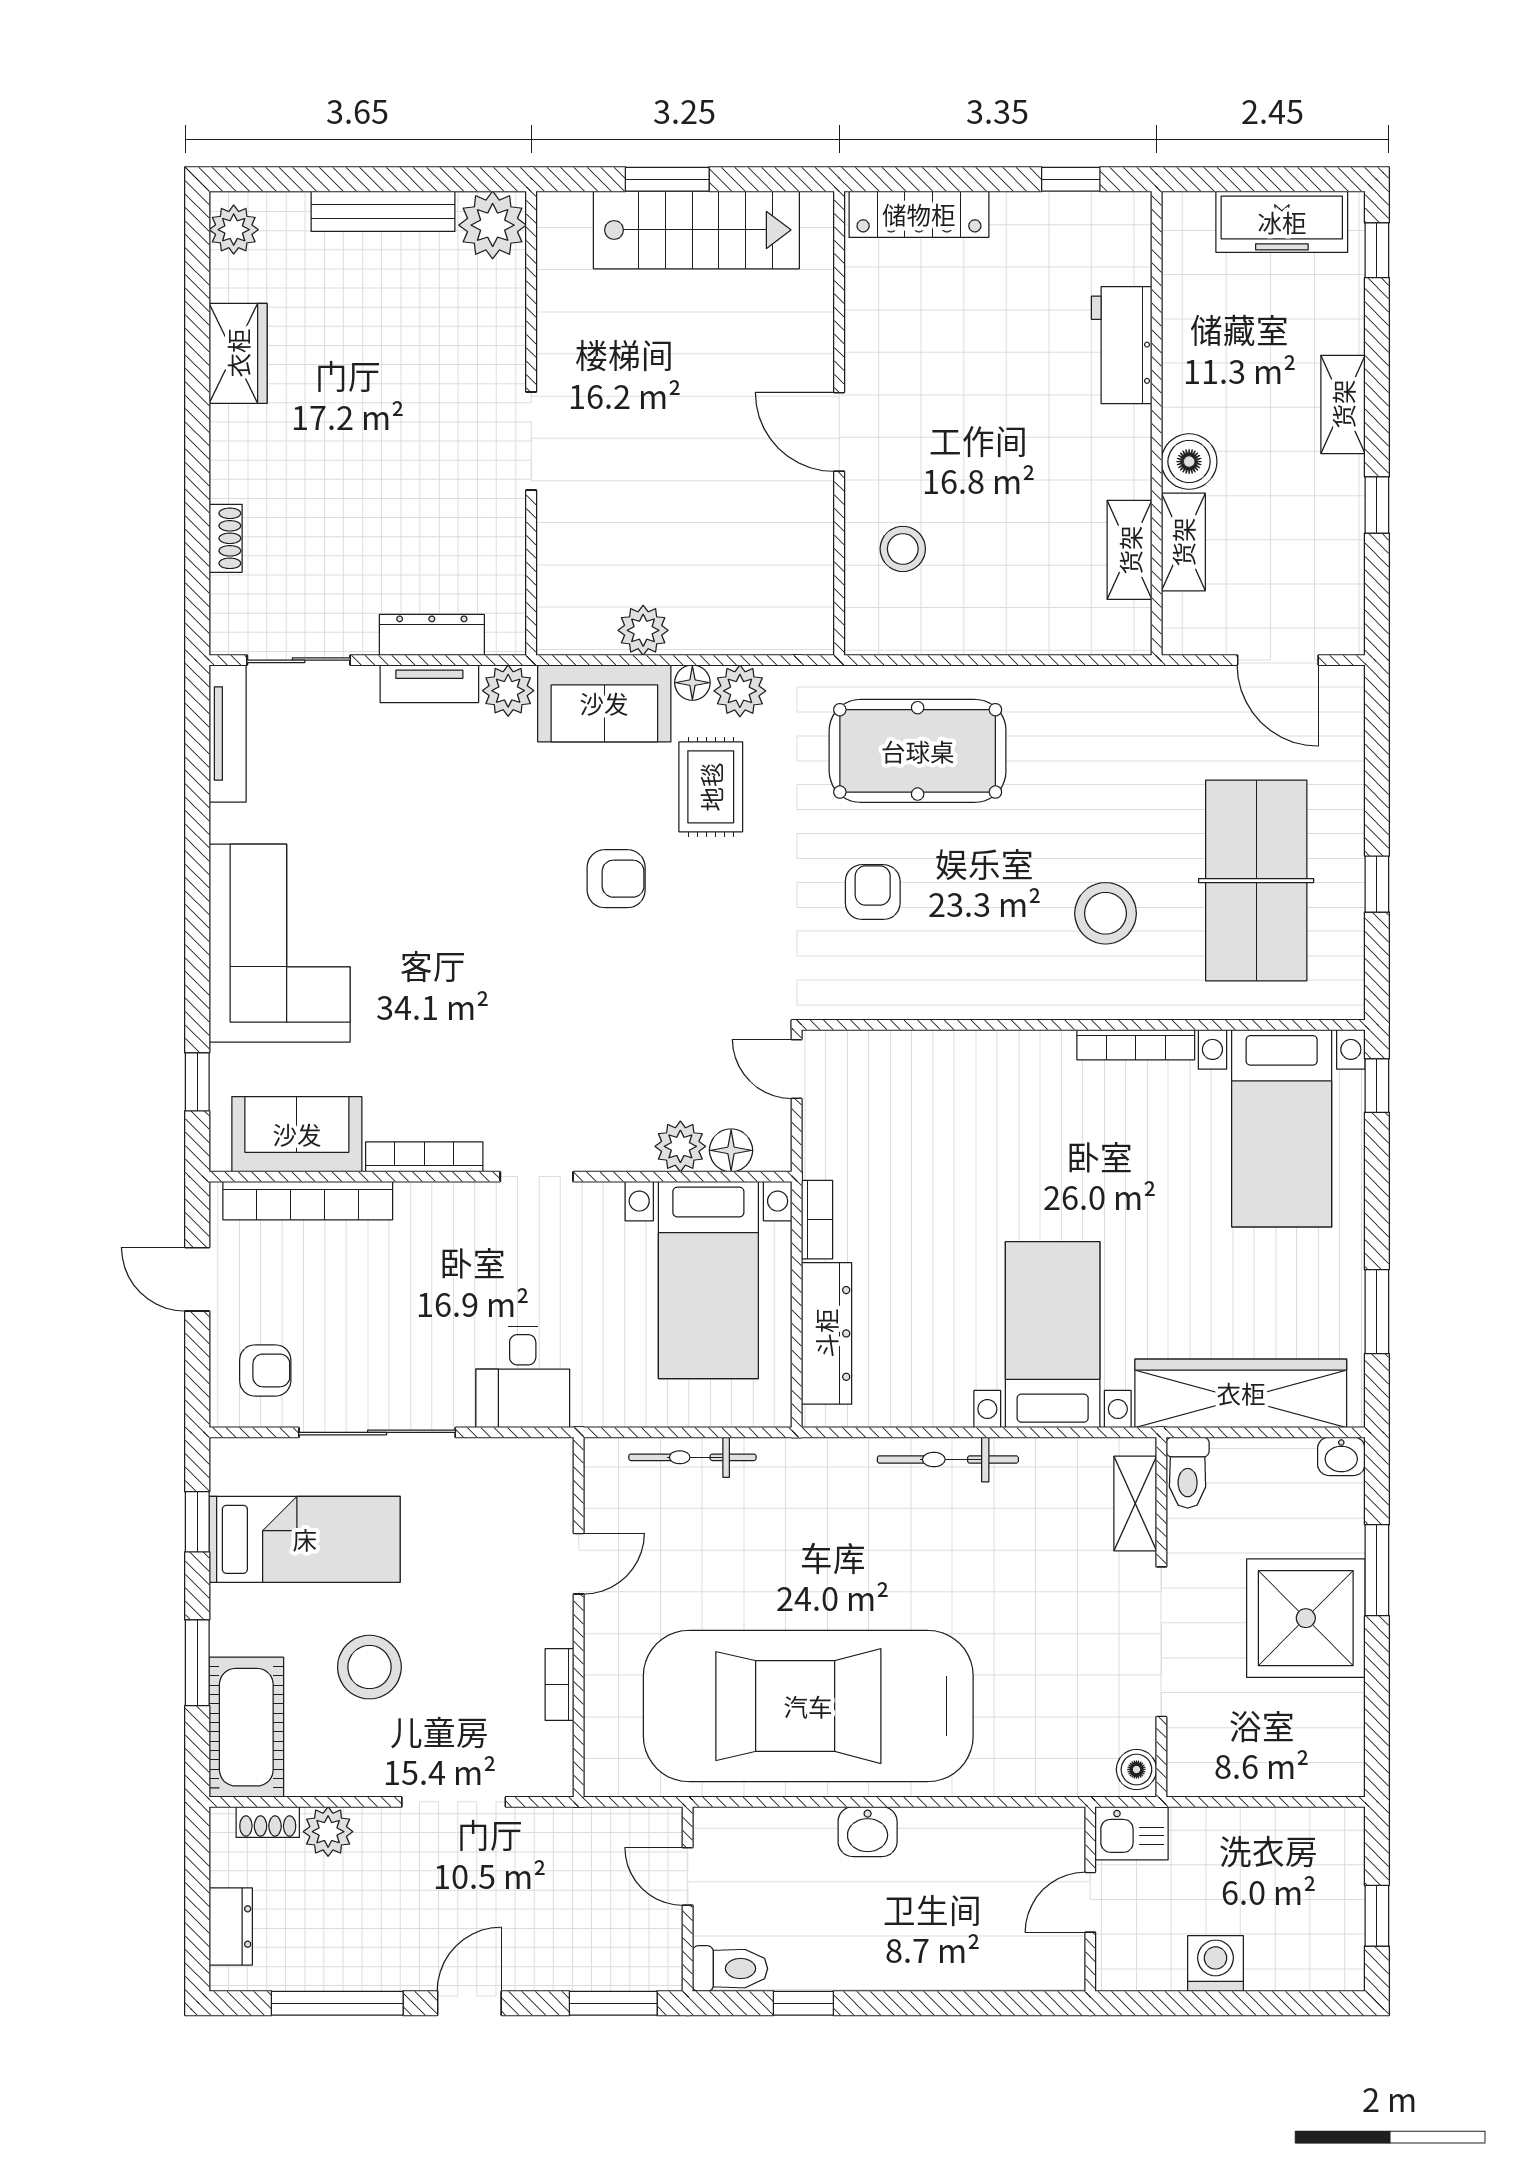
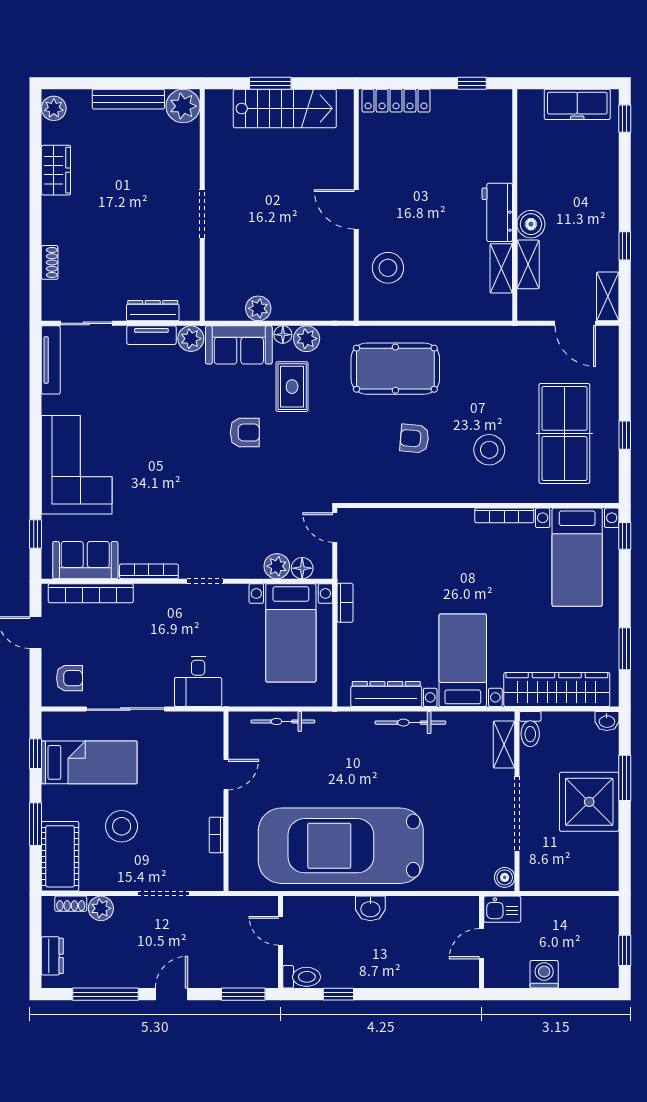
workbench: (1122, 345) -> (497, 212), moved
shelving: (1343, 404) -> (608, 296), moved
stool: (903, 549) -> (388, 268), width x1.38, depth x1.38
armchair: (873, 892) -> (414, 439), moved, turned -85
dresser: (826, 1333) -> (386, 694), moved, turned -90

